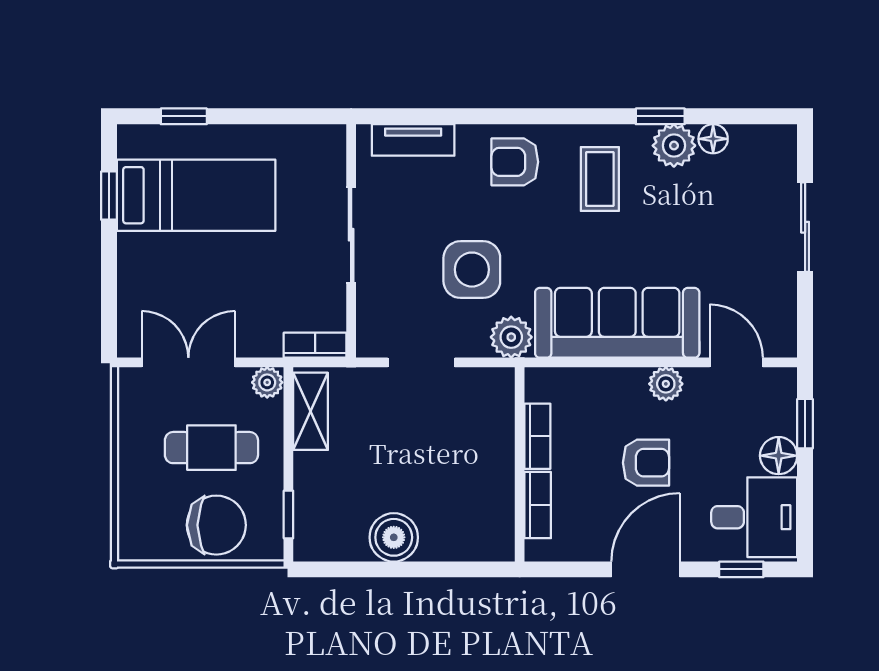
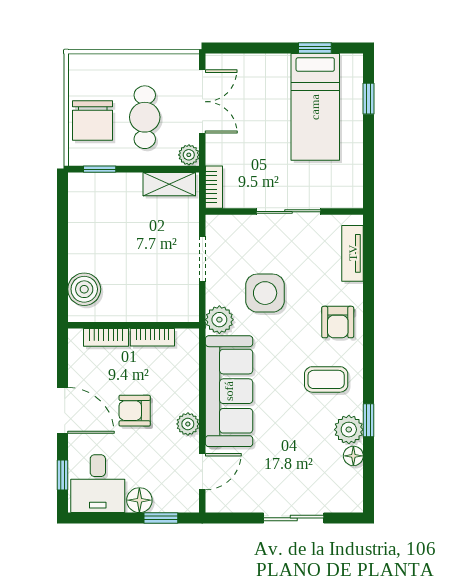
armchair: (515, 162) -> (338, 322), turned 180
armchair: (646, 463) -> (135, 411), turned 90
boiler: (394, 537) -> (84, 289), moved

